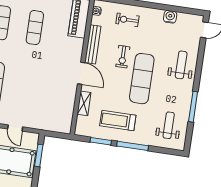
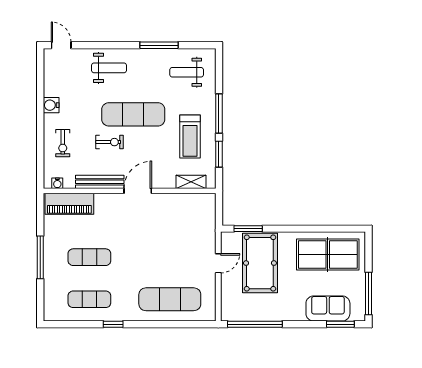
water cooler: (170, 17) -> (51, 105), moved
weight bench: (181, 65) -> (109, 68), turned 180
shelving: (84, 103) -> (191, 182), moved

